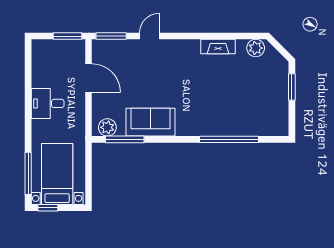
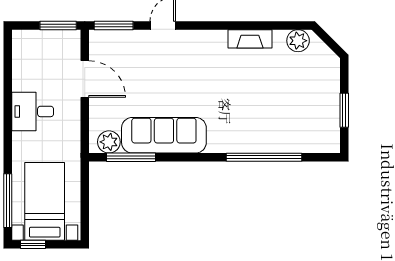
window: (292, 87) -> (344, 110), moved
sofa: (151, 122) -> (164, 135), width x1.36

